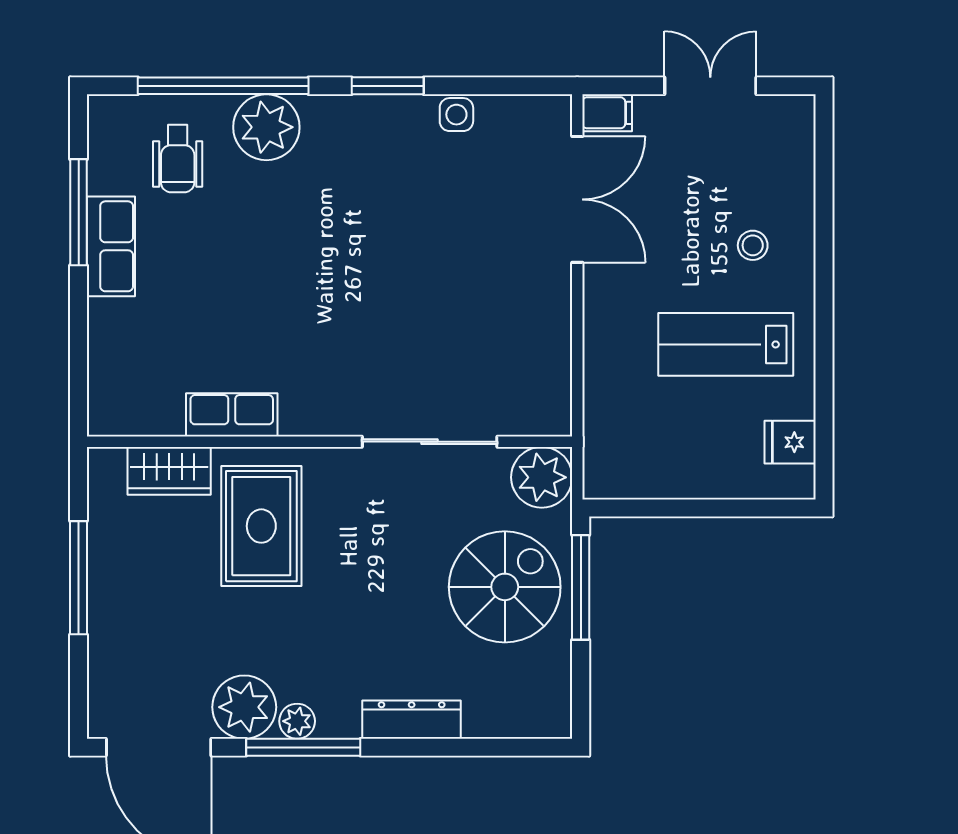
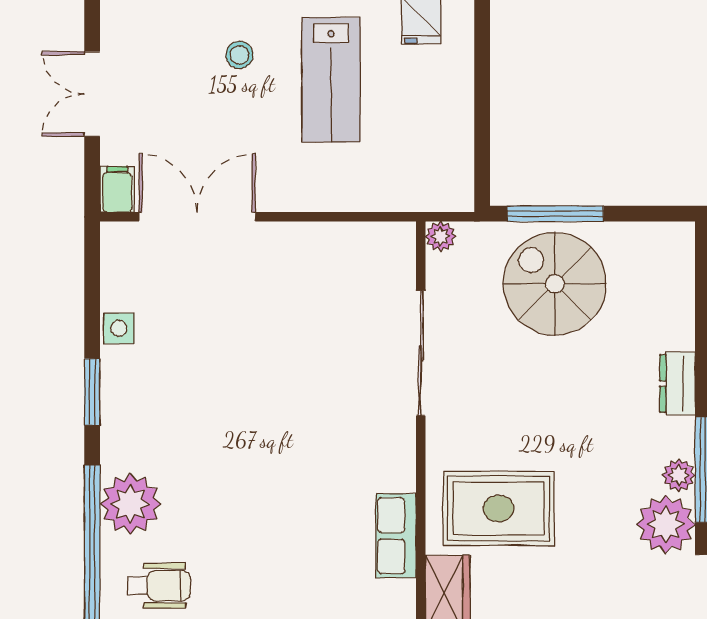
plant: (542, 477) -> (440, 236), width x0.53, depth x0.53
dresser: (412, 720) -> (677, 384), width x0.70

